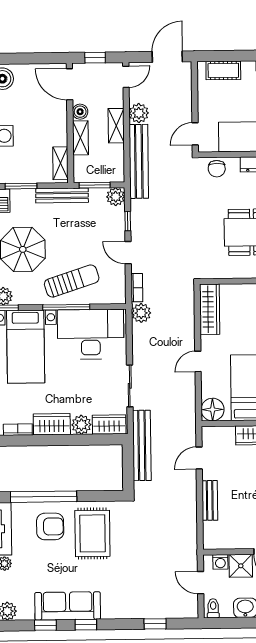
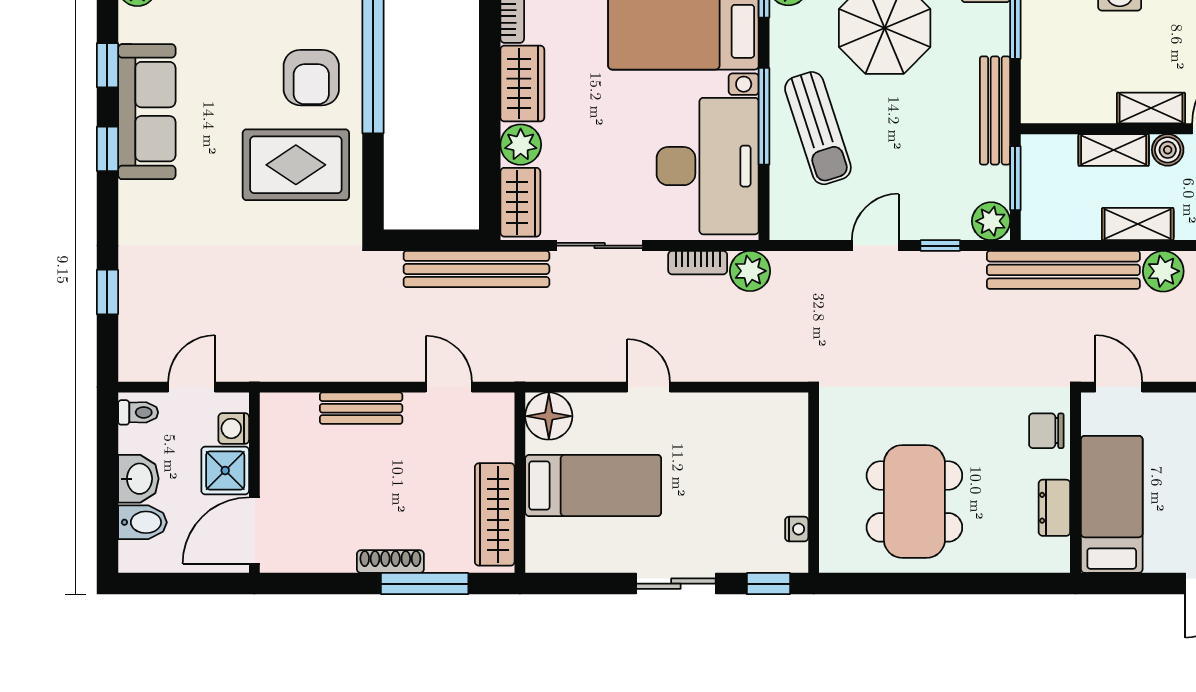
shelving: (60, 163) -> (1151, 108), moved
bookcase: (137, 288) -> (698, 263), moved
wardrobe: (210, 309) -> (756, 413), removed

